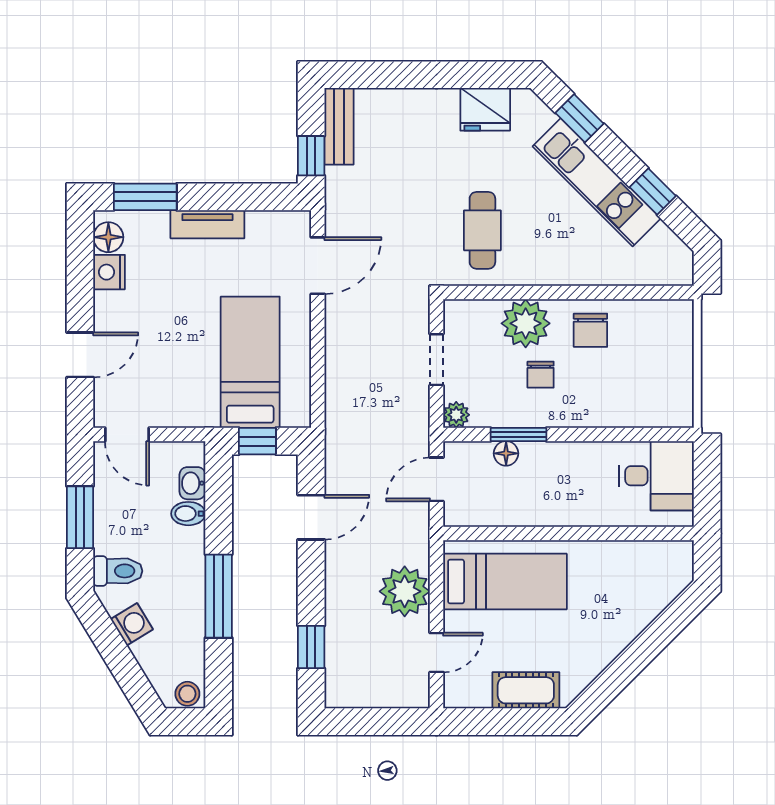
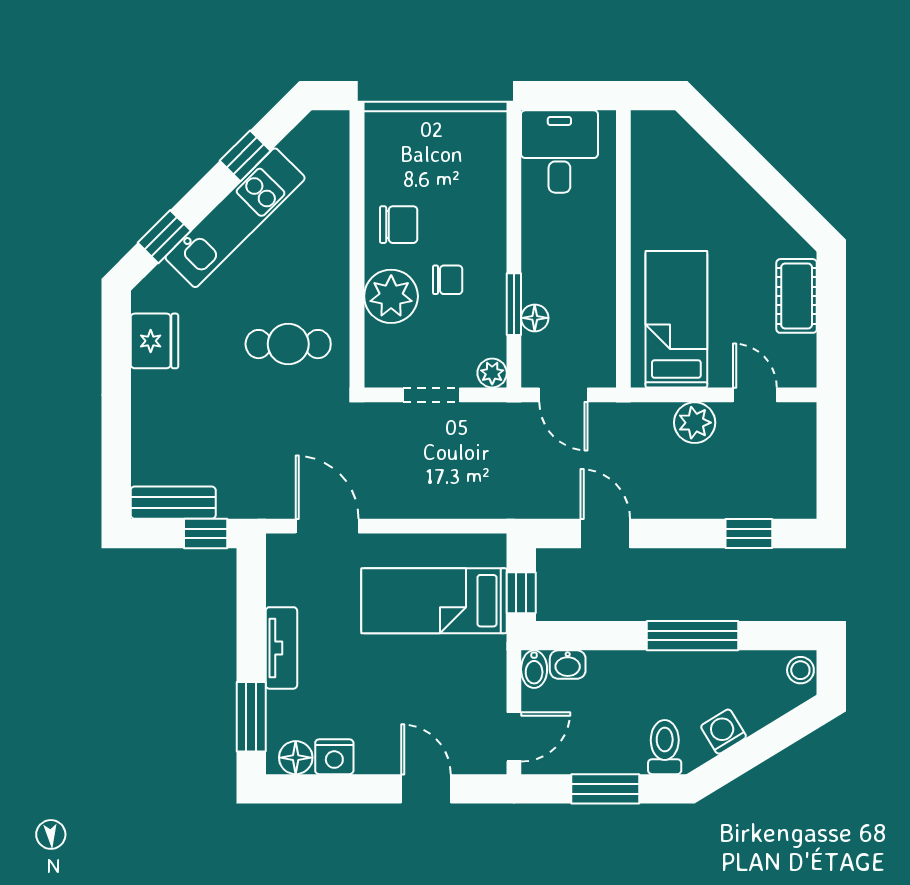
bidet: (188, 514) -> (534, 669), moved
plant: (405, 591) -> (695, 423), width x0.73, depth x0.73

